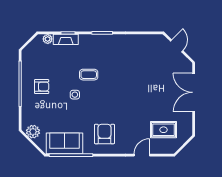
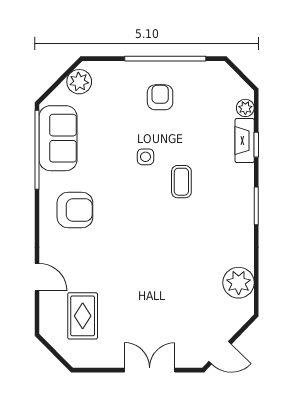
plant: (145, 43) -> (239, 283), added
door: (177, 46) -> (220, 353), moved
armchair: (42, 87) -> (160, 97), turned 180
double door: (194, 92) -> (150, 370), width x0.73

